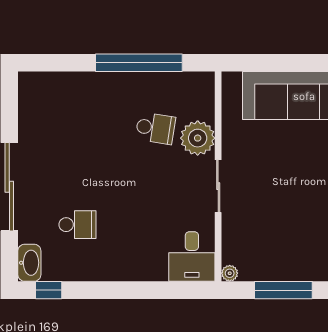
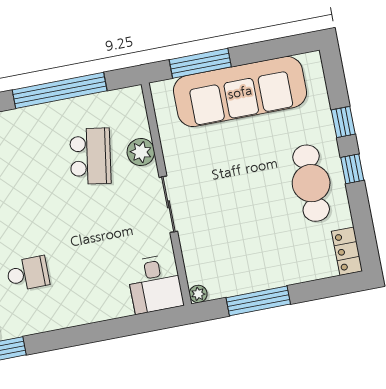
window: (272, 63) -> (200, 63), added
school desk: (155, 128) -> (90, 156), width x1.85
plant: (198, 138) -> (141, 152), width x0.73, depth x0.73

